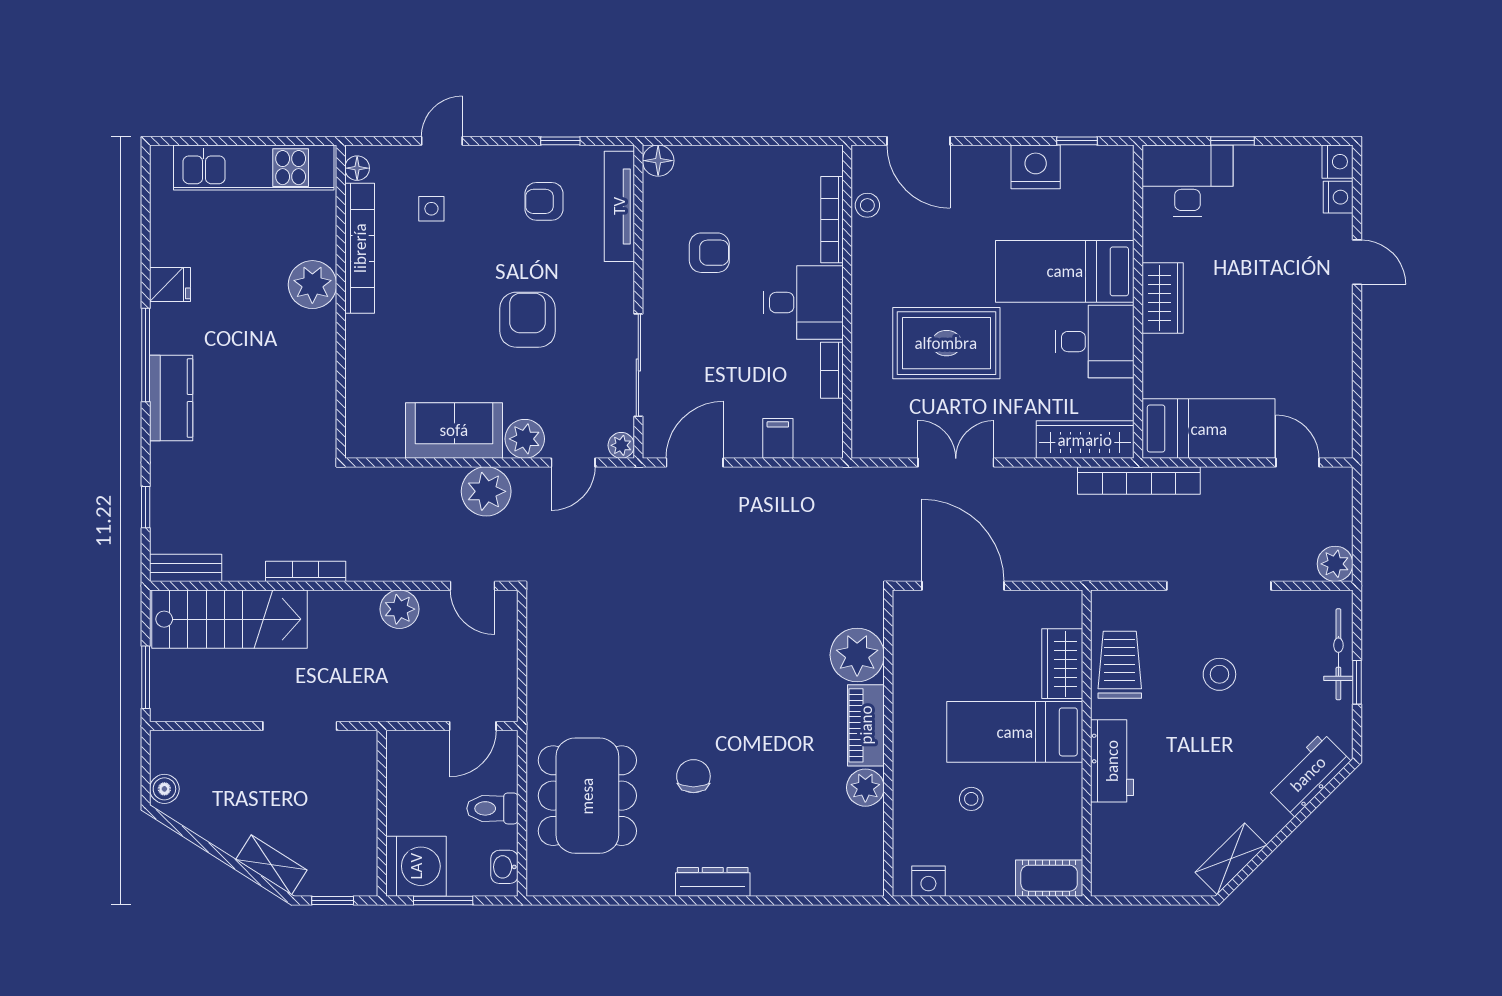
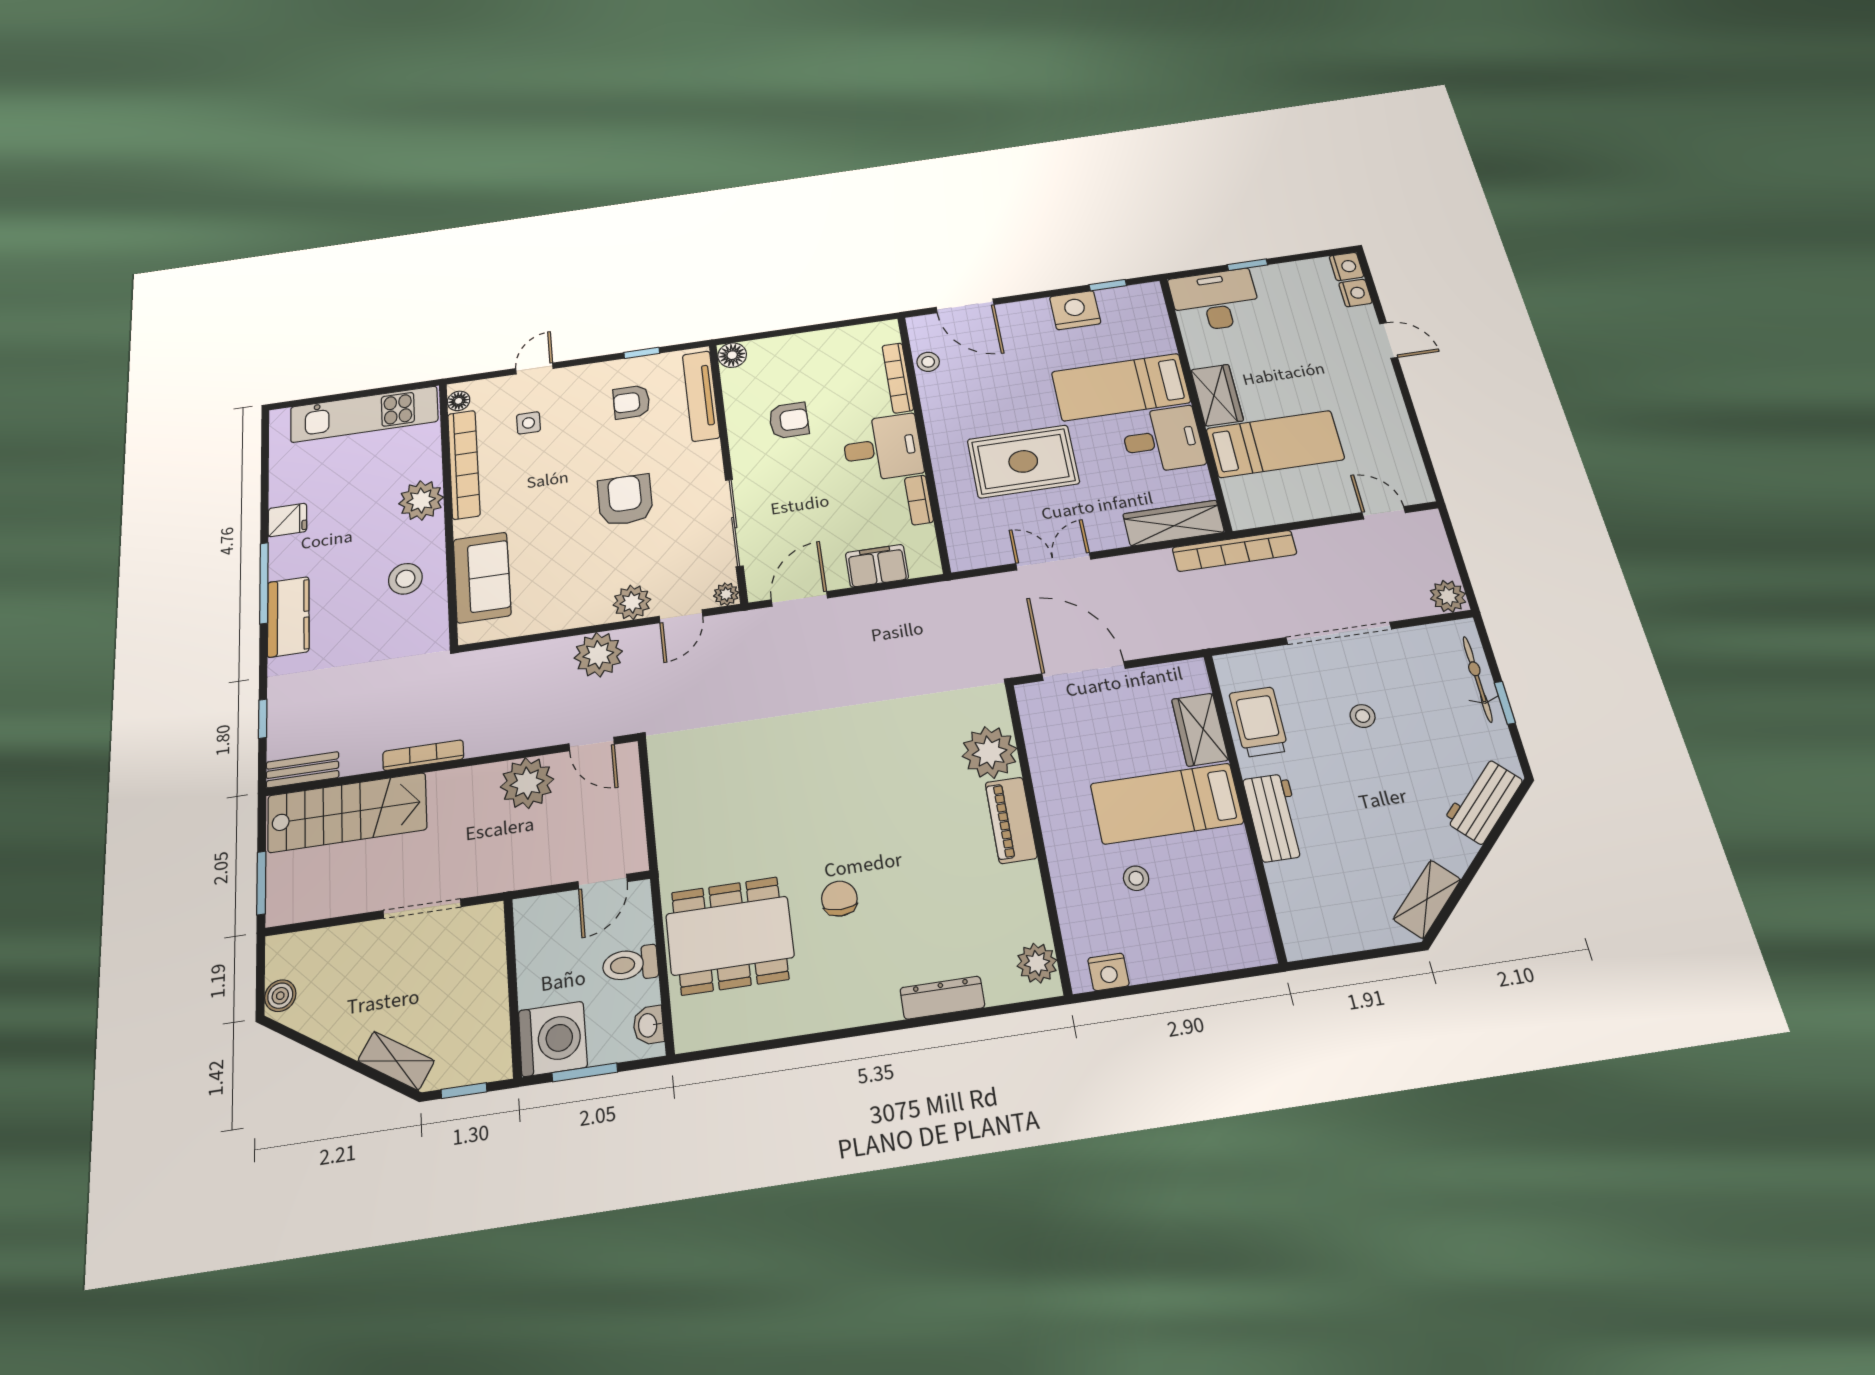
stool: (293, 374) -> (405, 579), added
bed: (1209, 429) -> (1275, 444), moved
sofa: (454, 430) -> (482, 577), moved, turned 90
filing cabinet: (778, 438) -> (877, 566), width x2.00
plant: (399, 609) -> (527, 783), width x1.36, depth x1.36
stool: (1219, 674) -> (1363, 716), width x0.73, depth x0.73
plant: (865, 788) -> (1037, 963), moved
dining table: (587, 796) -> (730, 936), turned 90
cot: (1049, 878) -> (1238, 949), removed
dresser: (713, 882) -> (942, 998), moved

